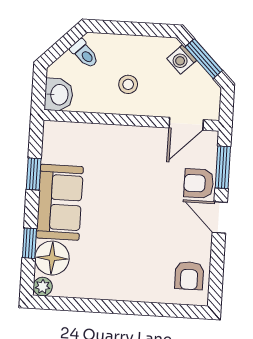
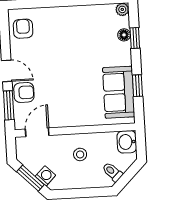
sofa: (60, 202) -> (119, 92), moved
floor lamp: (52, 258) -> (124, 35), width x0.53, depth x0.53

